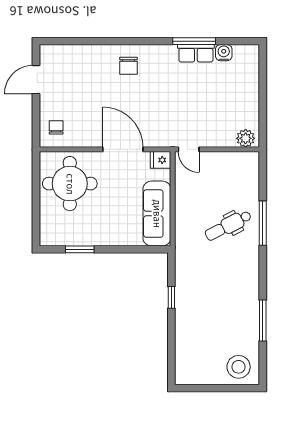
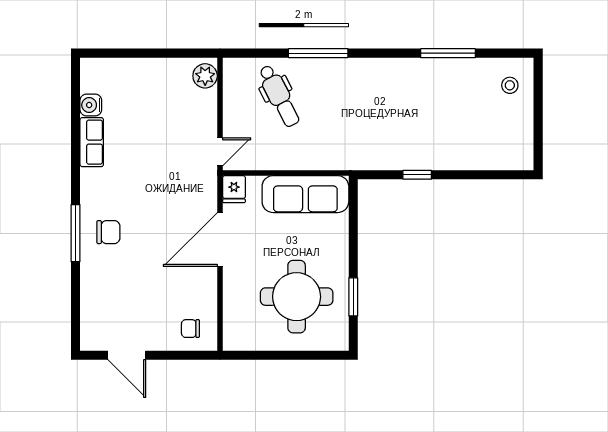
window: (194, 41) -> (76, 233), moved
round table: (70, 184) -> (297, 297), moved
dental chair: (228, 226) -> (279, 96), moved
stool: (239, 367) -> (510, 85), width x0.53, depth x0.53

